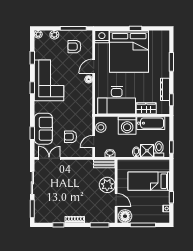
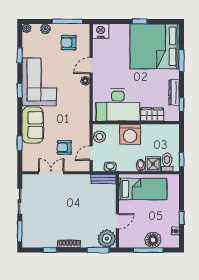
bed: (129, 51) -> (155, 46), moved, turned 90
bathtub: (151, 123) -> (157, 132), removed
sofa: (43, 129) -> (33, 125), moved
double door: (49, 158) -> (51, 173), moved
bed: (149, 181) -> (143, 189), moved, turned 180
plant: (107, 185) -> (107, 239), moved
door: (116, 200) -> (117, 221), hinge flipped
floor lamp: (125, 216) -> (153, 240), moved

